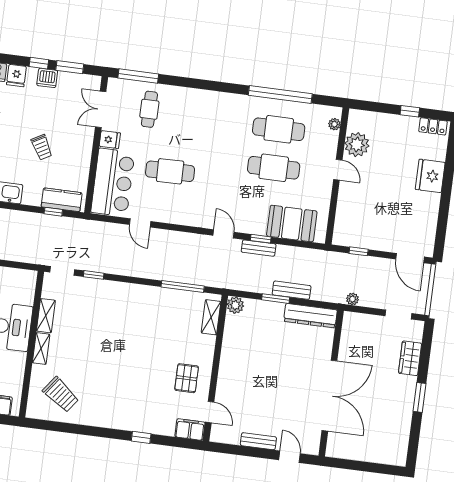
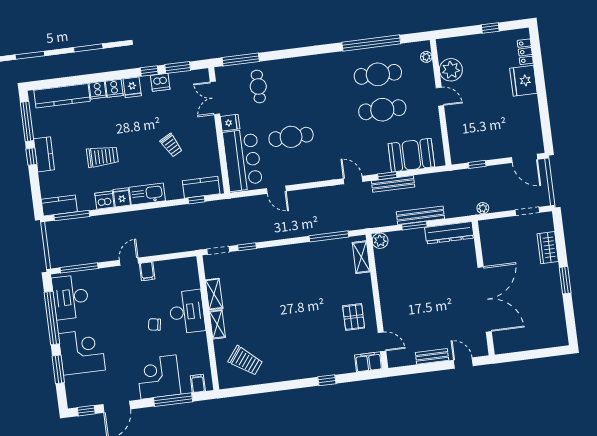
locker: (433, 126) -> (525, 52), moved, turned 90
bench: (259, 248) -> (393, 184), width x1.36
bench: (292, 290) -> (420, 215), width x1.36

